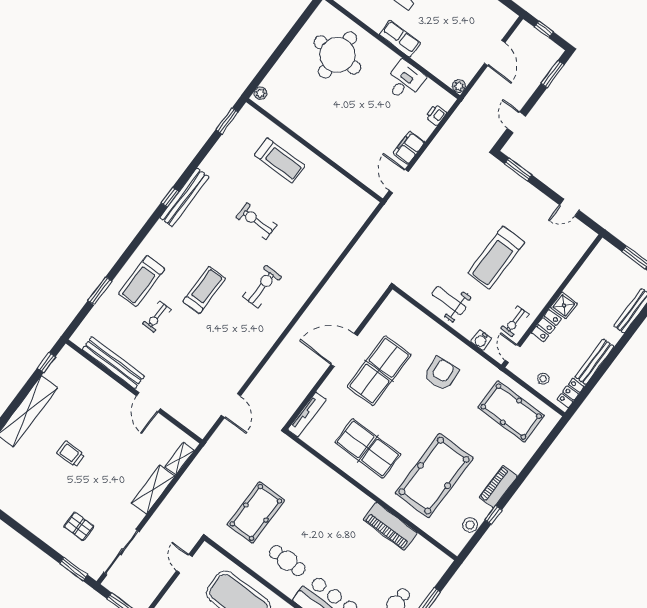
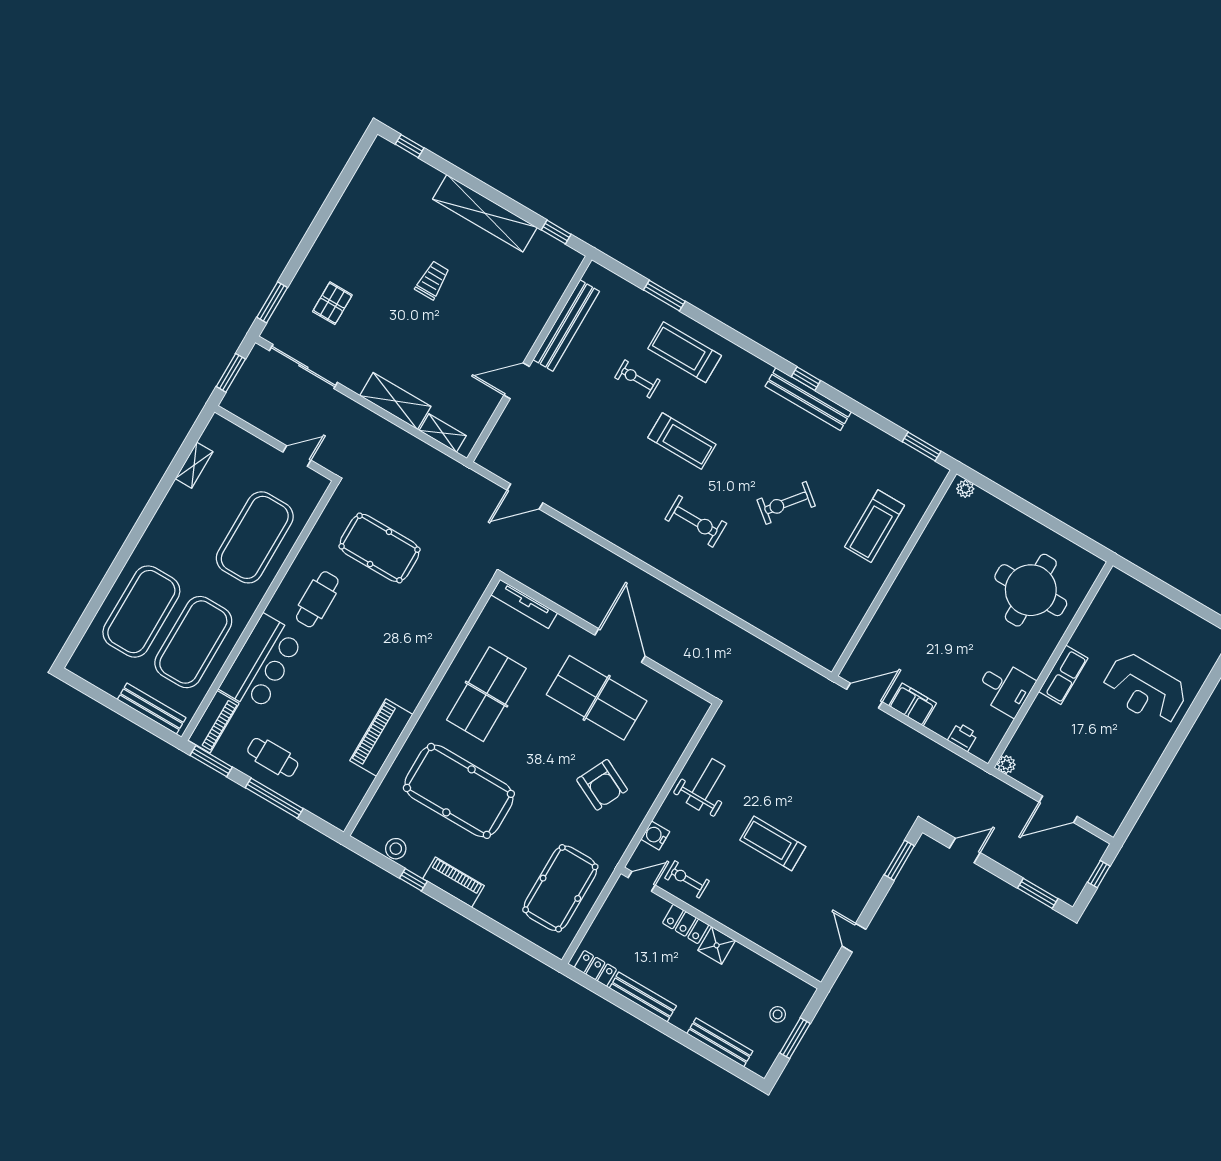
exercise bike: (256, 221) -> (786, 503), turned -141
treadmill: (496, 258) -> (773, 843), width x0.73, depth x0.73
armchair: (441, 374) -> (602, 785), turned 31
stool: (543, 379) -> (778, 1014), moved

